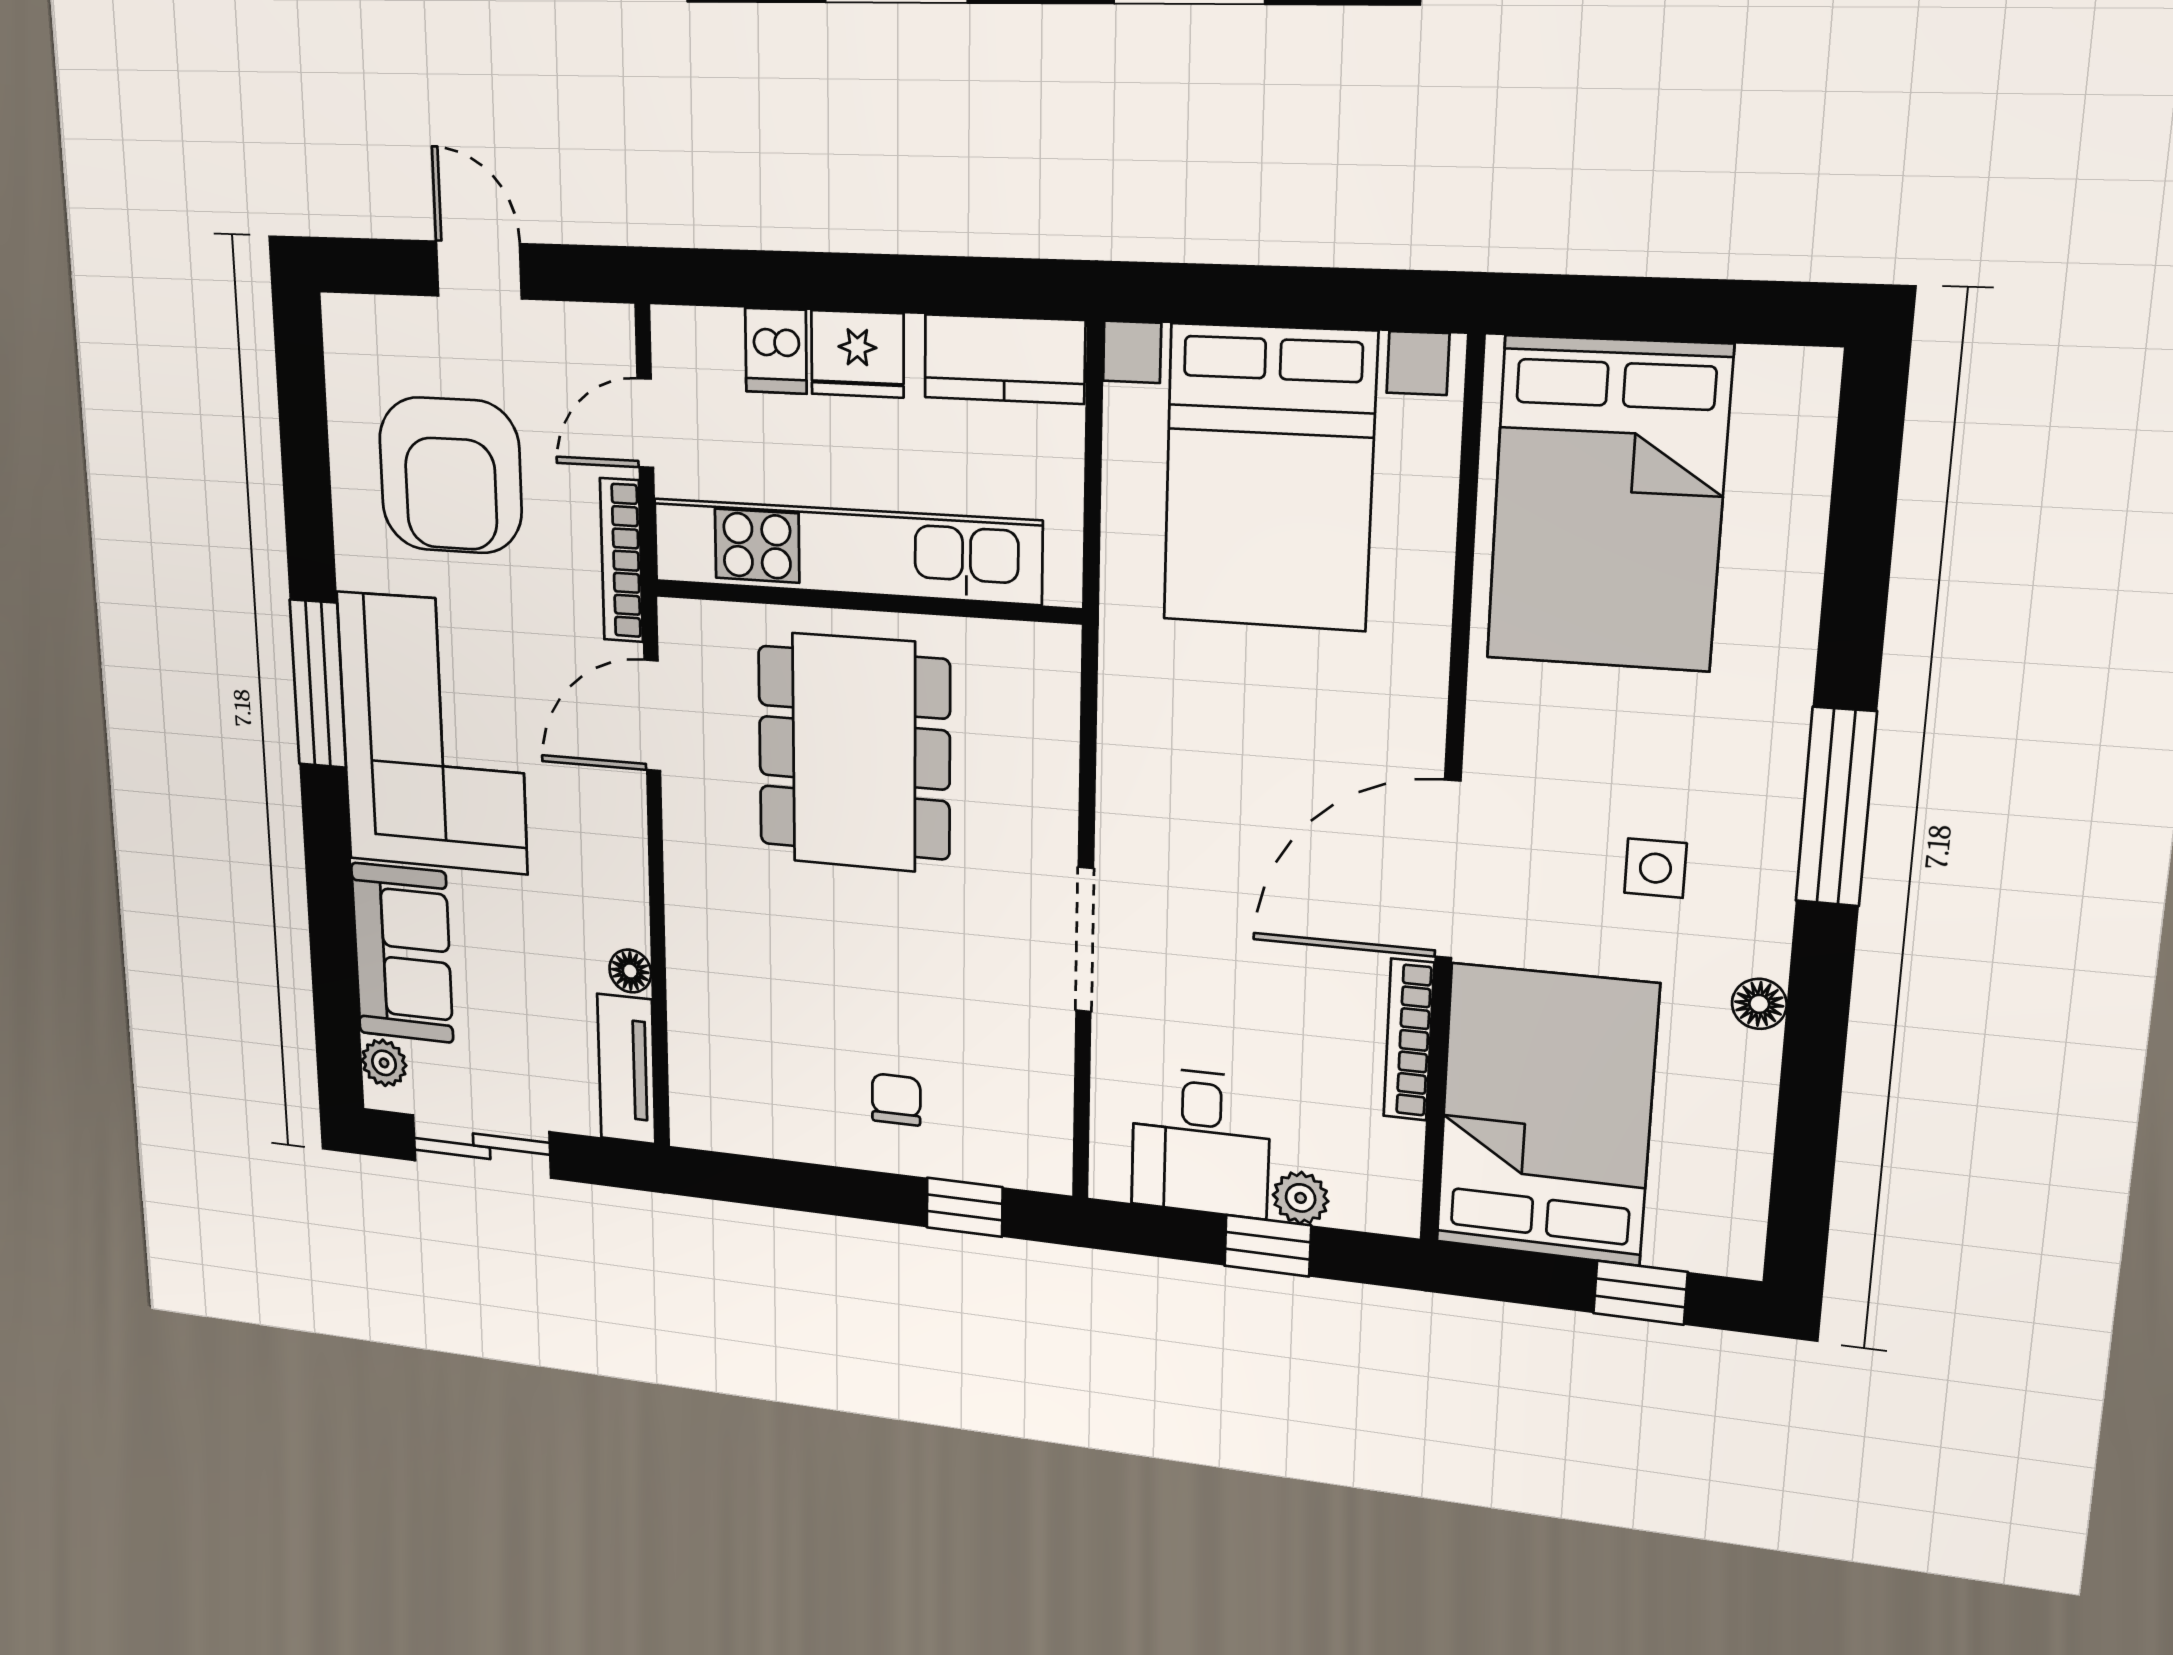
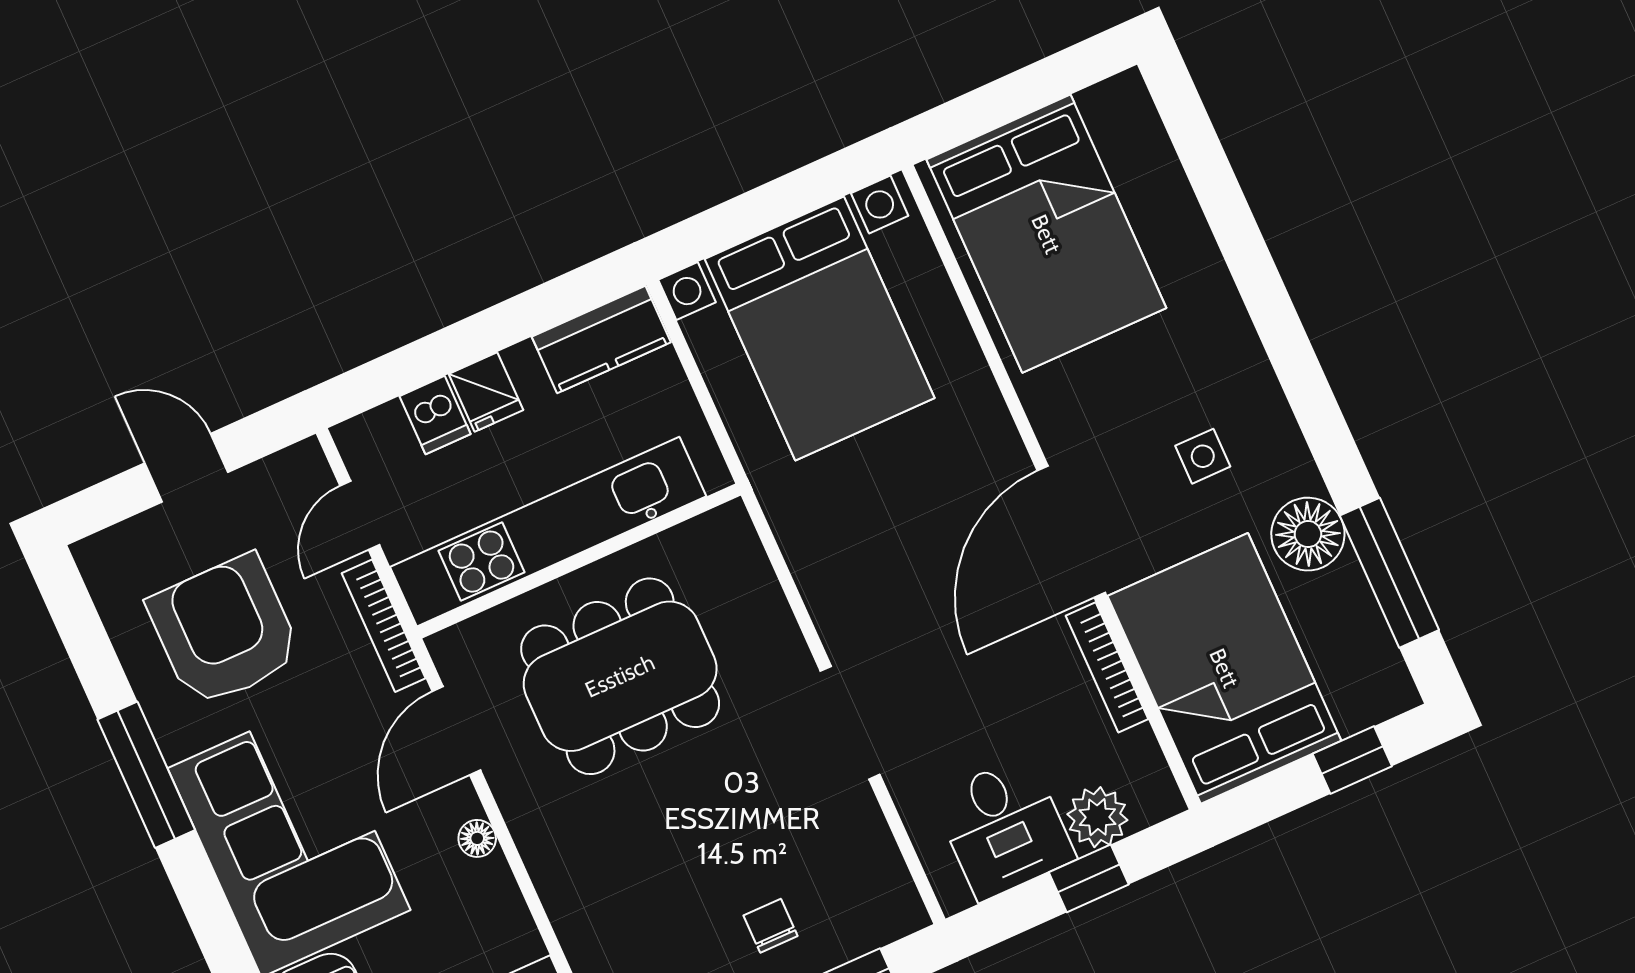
fridge: (857, 354) -> (486, 392), width x0.72
armchair: (450, 475) -> (224, 631), turned 180
window: (318, 684) -> (146, 775), moved
dining table: (854, 753) -> (620, 676), turned 90
window: (1836, 807) -> (1389, 573), moved
floor lamp: (630, 971) -> (477, 838), moved
floor lamp: (1759, 1004) -> (1308, 534), width x1.89, depth x1.89
plant: (1301, 1198) -> (1097, 817), width x1.38, depth x1.38

